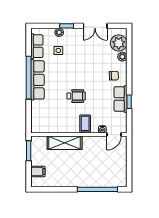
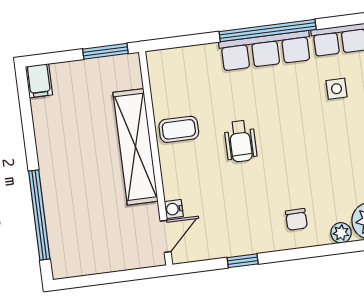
row of seats: (121, 99) -> (246, 241), removed
coffee table: (85, 123) -> (179, 129), moved
door: (114, 135) -> (166, 236), swing flipped
shelving: (65, 143) -> (135, 147), width x1.47
filing cabinet: (38, 172) -> (39, 81), moved

